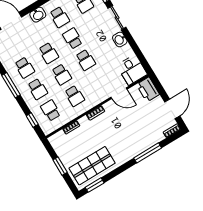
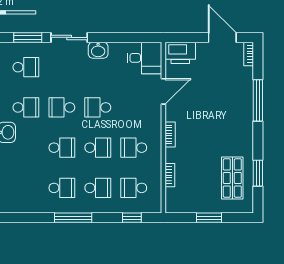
school desk: (86, 60) -> (98, 107), turned 180
school desk: (75, 96) -> (134, 148), turned 180
shop shelf: (92, 166) -> (232, 178), width x0.70, depth x0.74
window: (95, 185) -> (258, 173), moved

